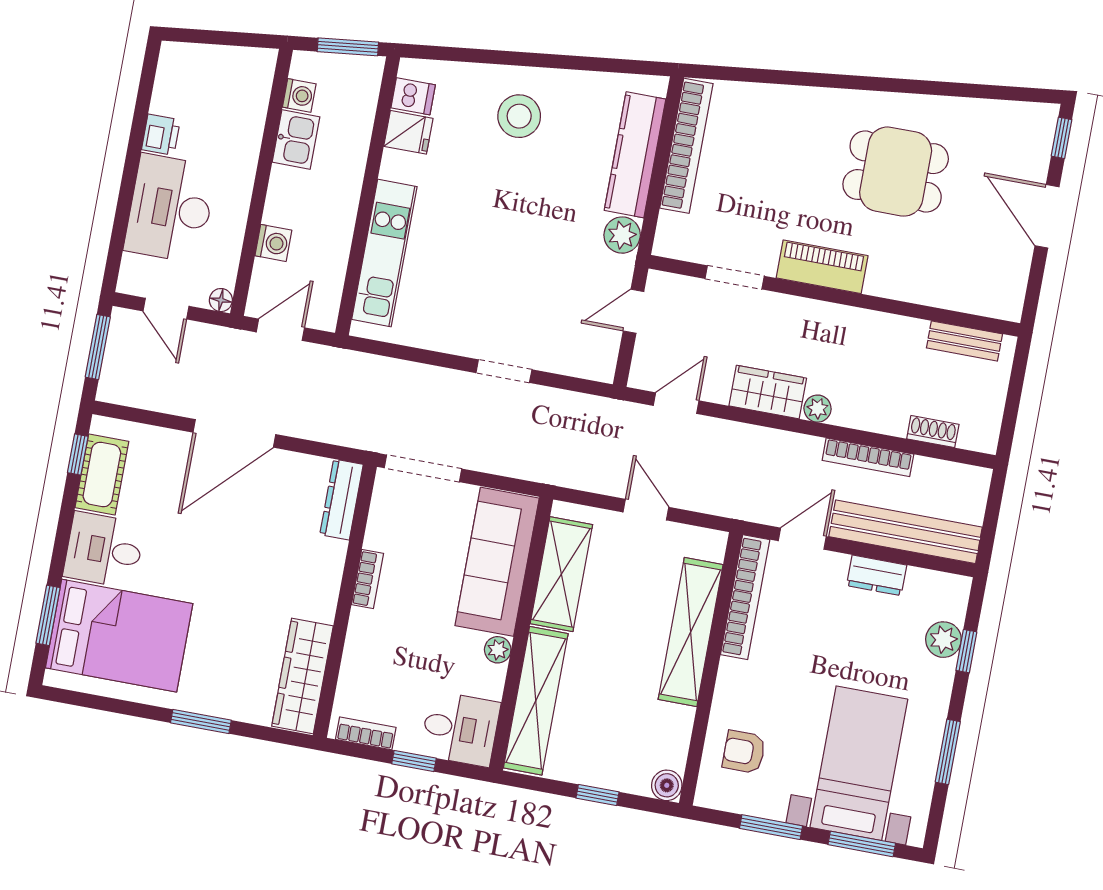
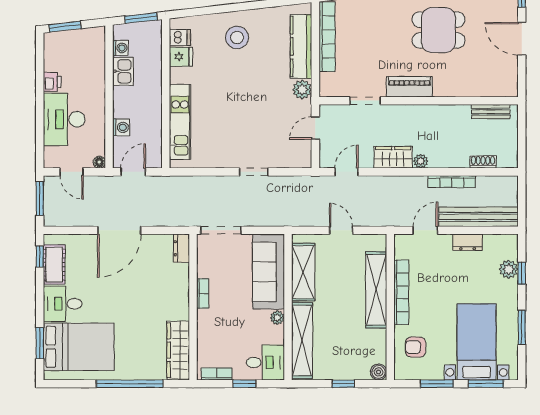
window: (204, 37) -> (65, 27), added
dresser: (341, 499) -> (181, 248), width x0.70
bookcase: (745, 597) -> (401, 292), moved
window: (201, 721) -> (130, 384), width x2.11

